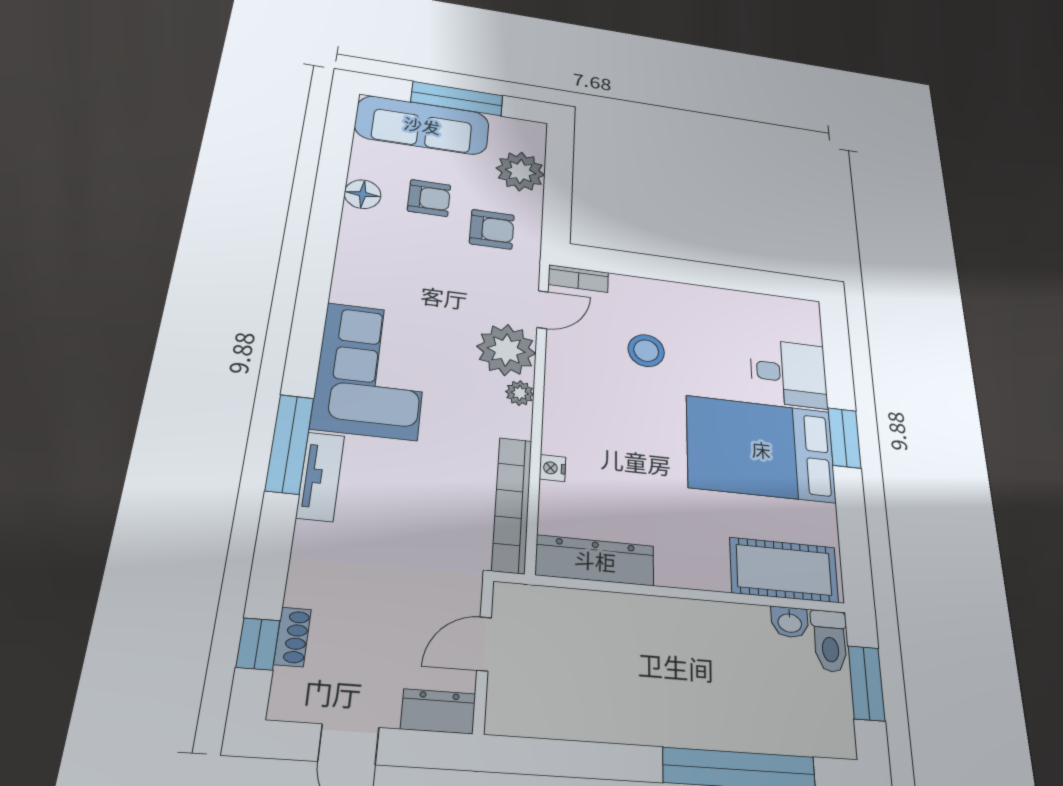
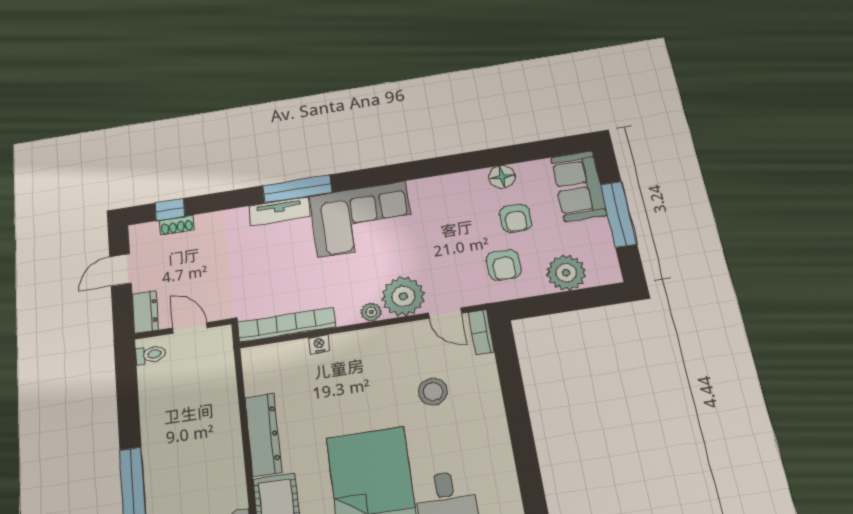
sofa: (422, 125) -> (579, 186), width x0.73
dresser: (595, 560) -> (263, 435), moved
toilet: (515, 713) -> (151, 355), added

